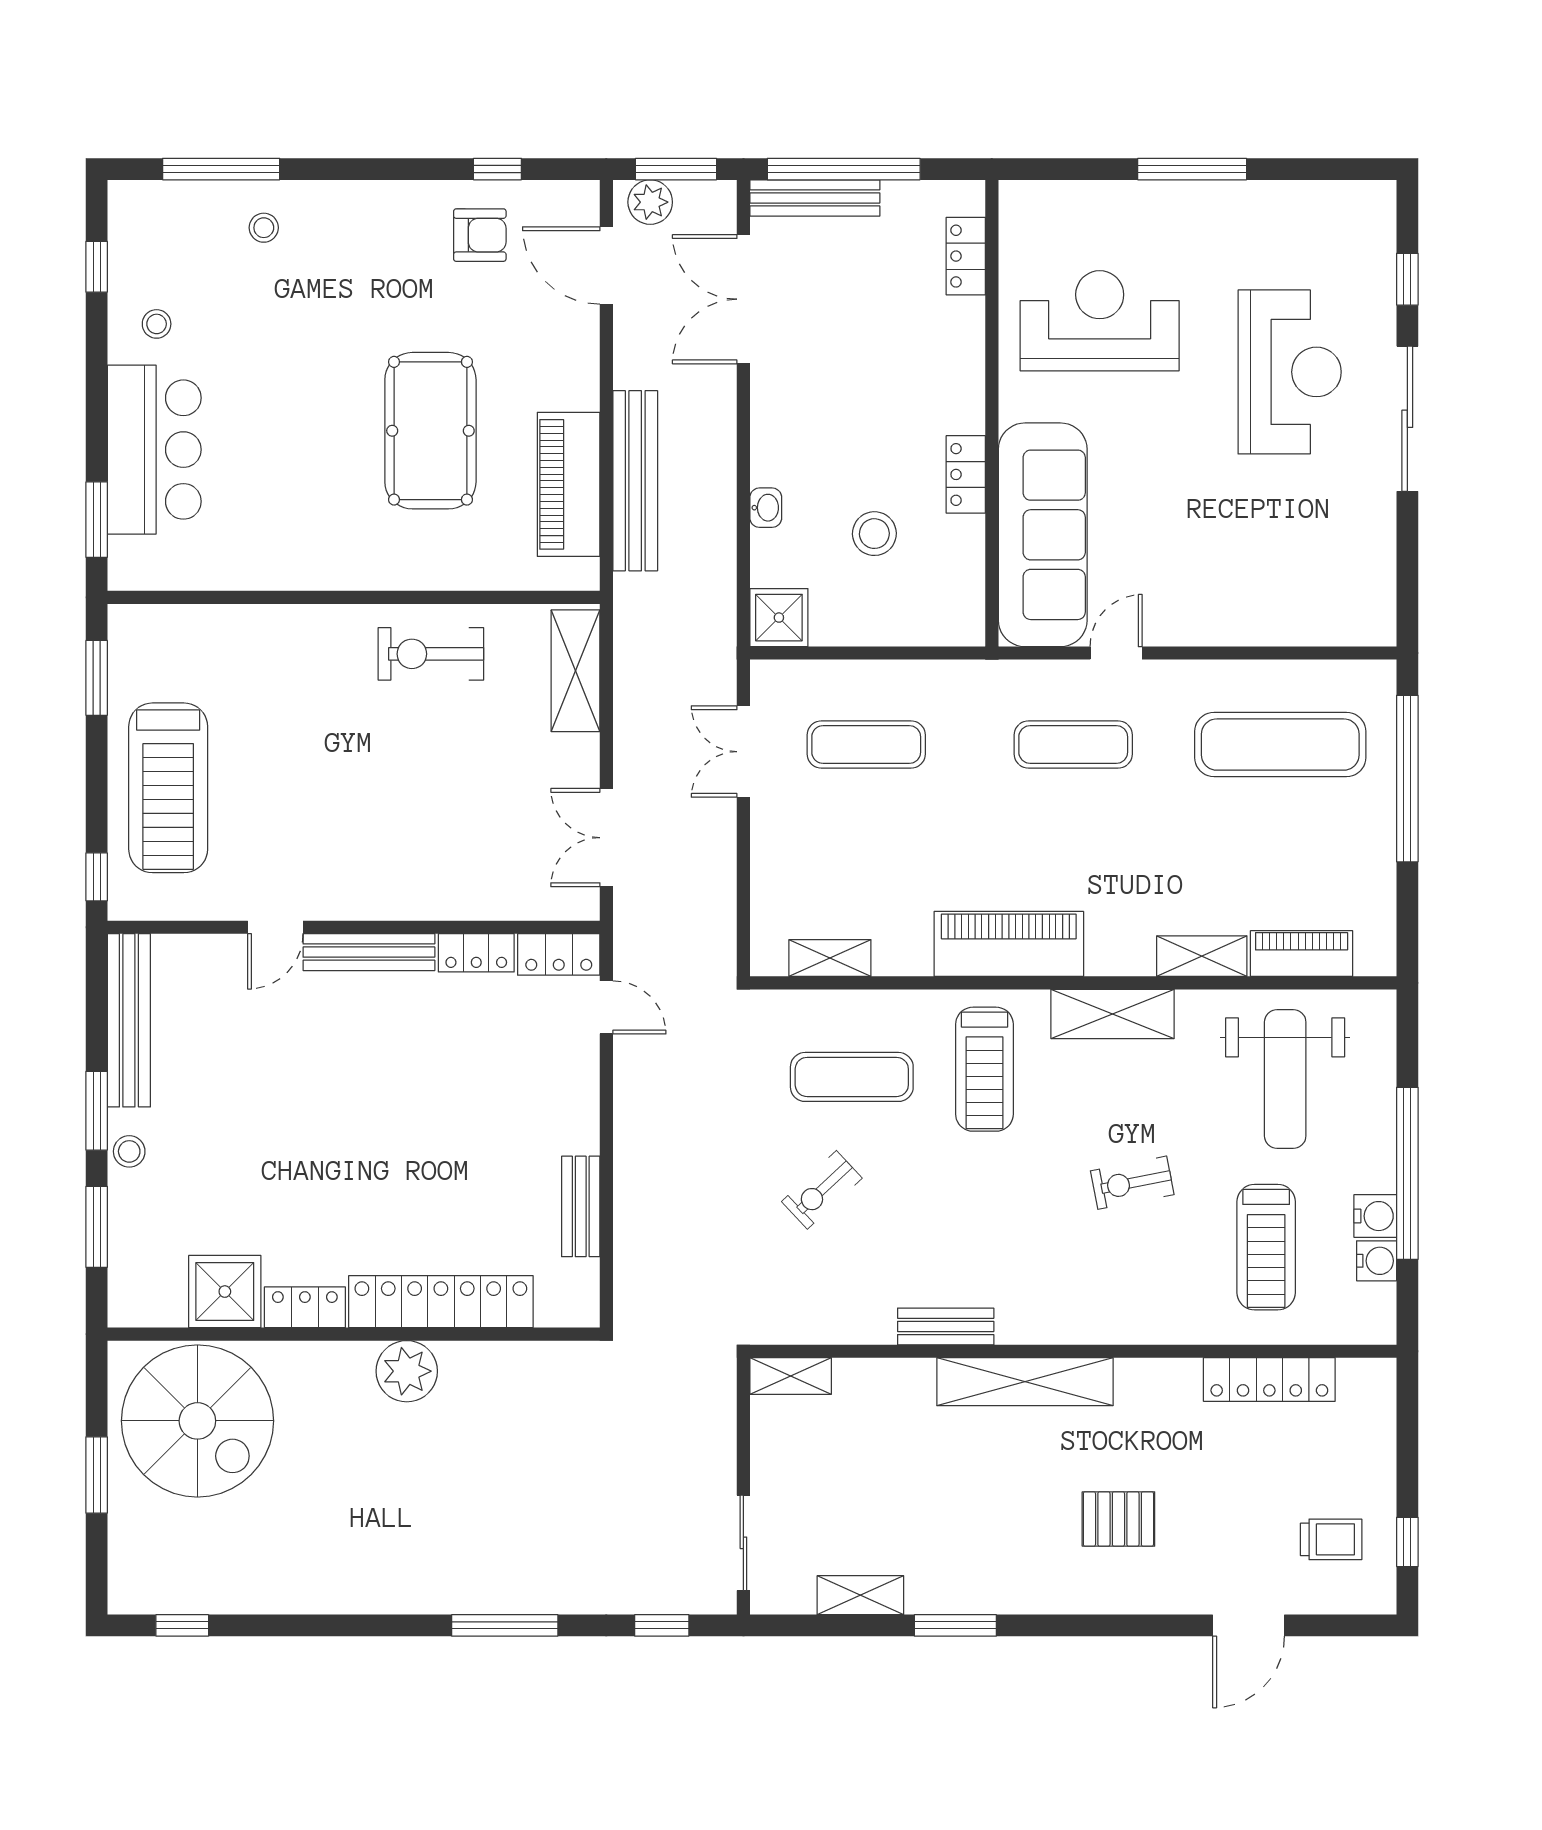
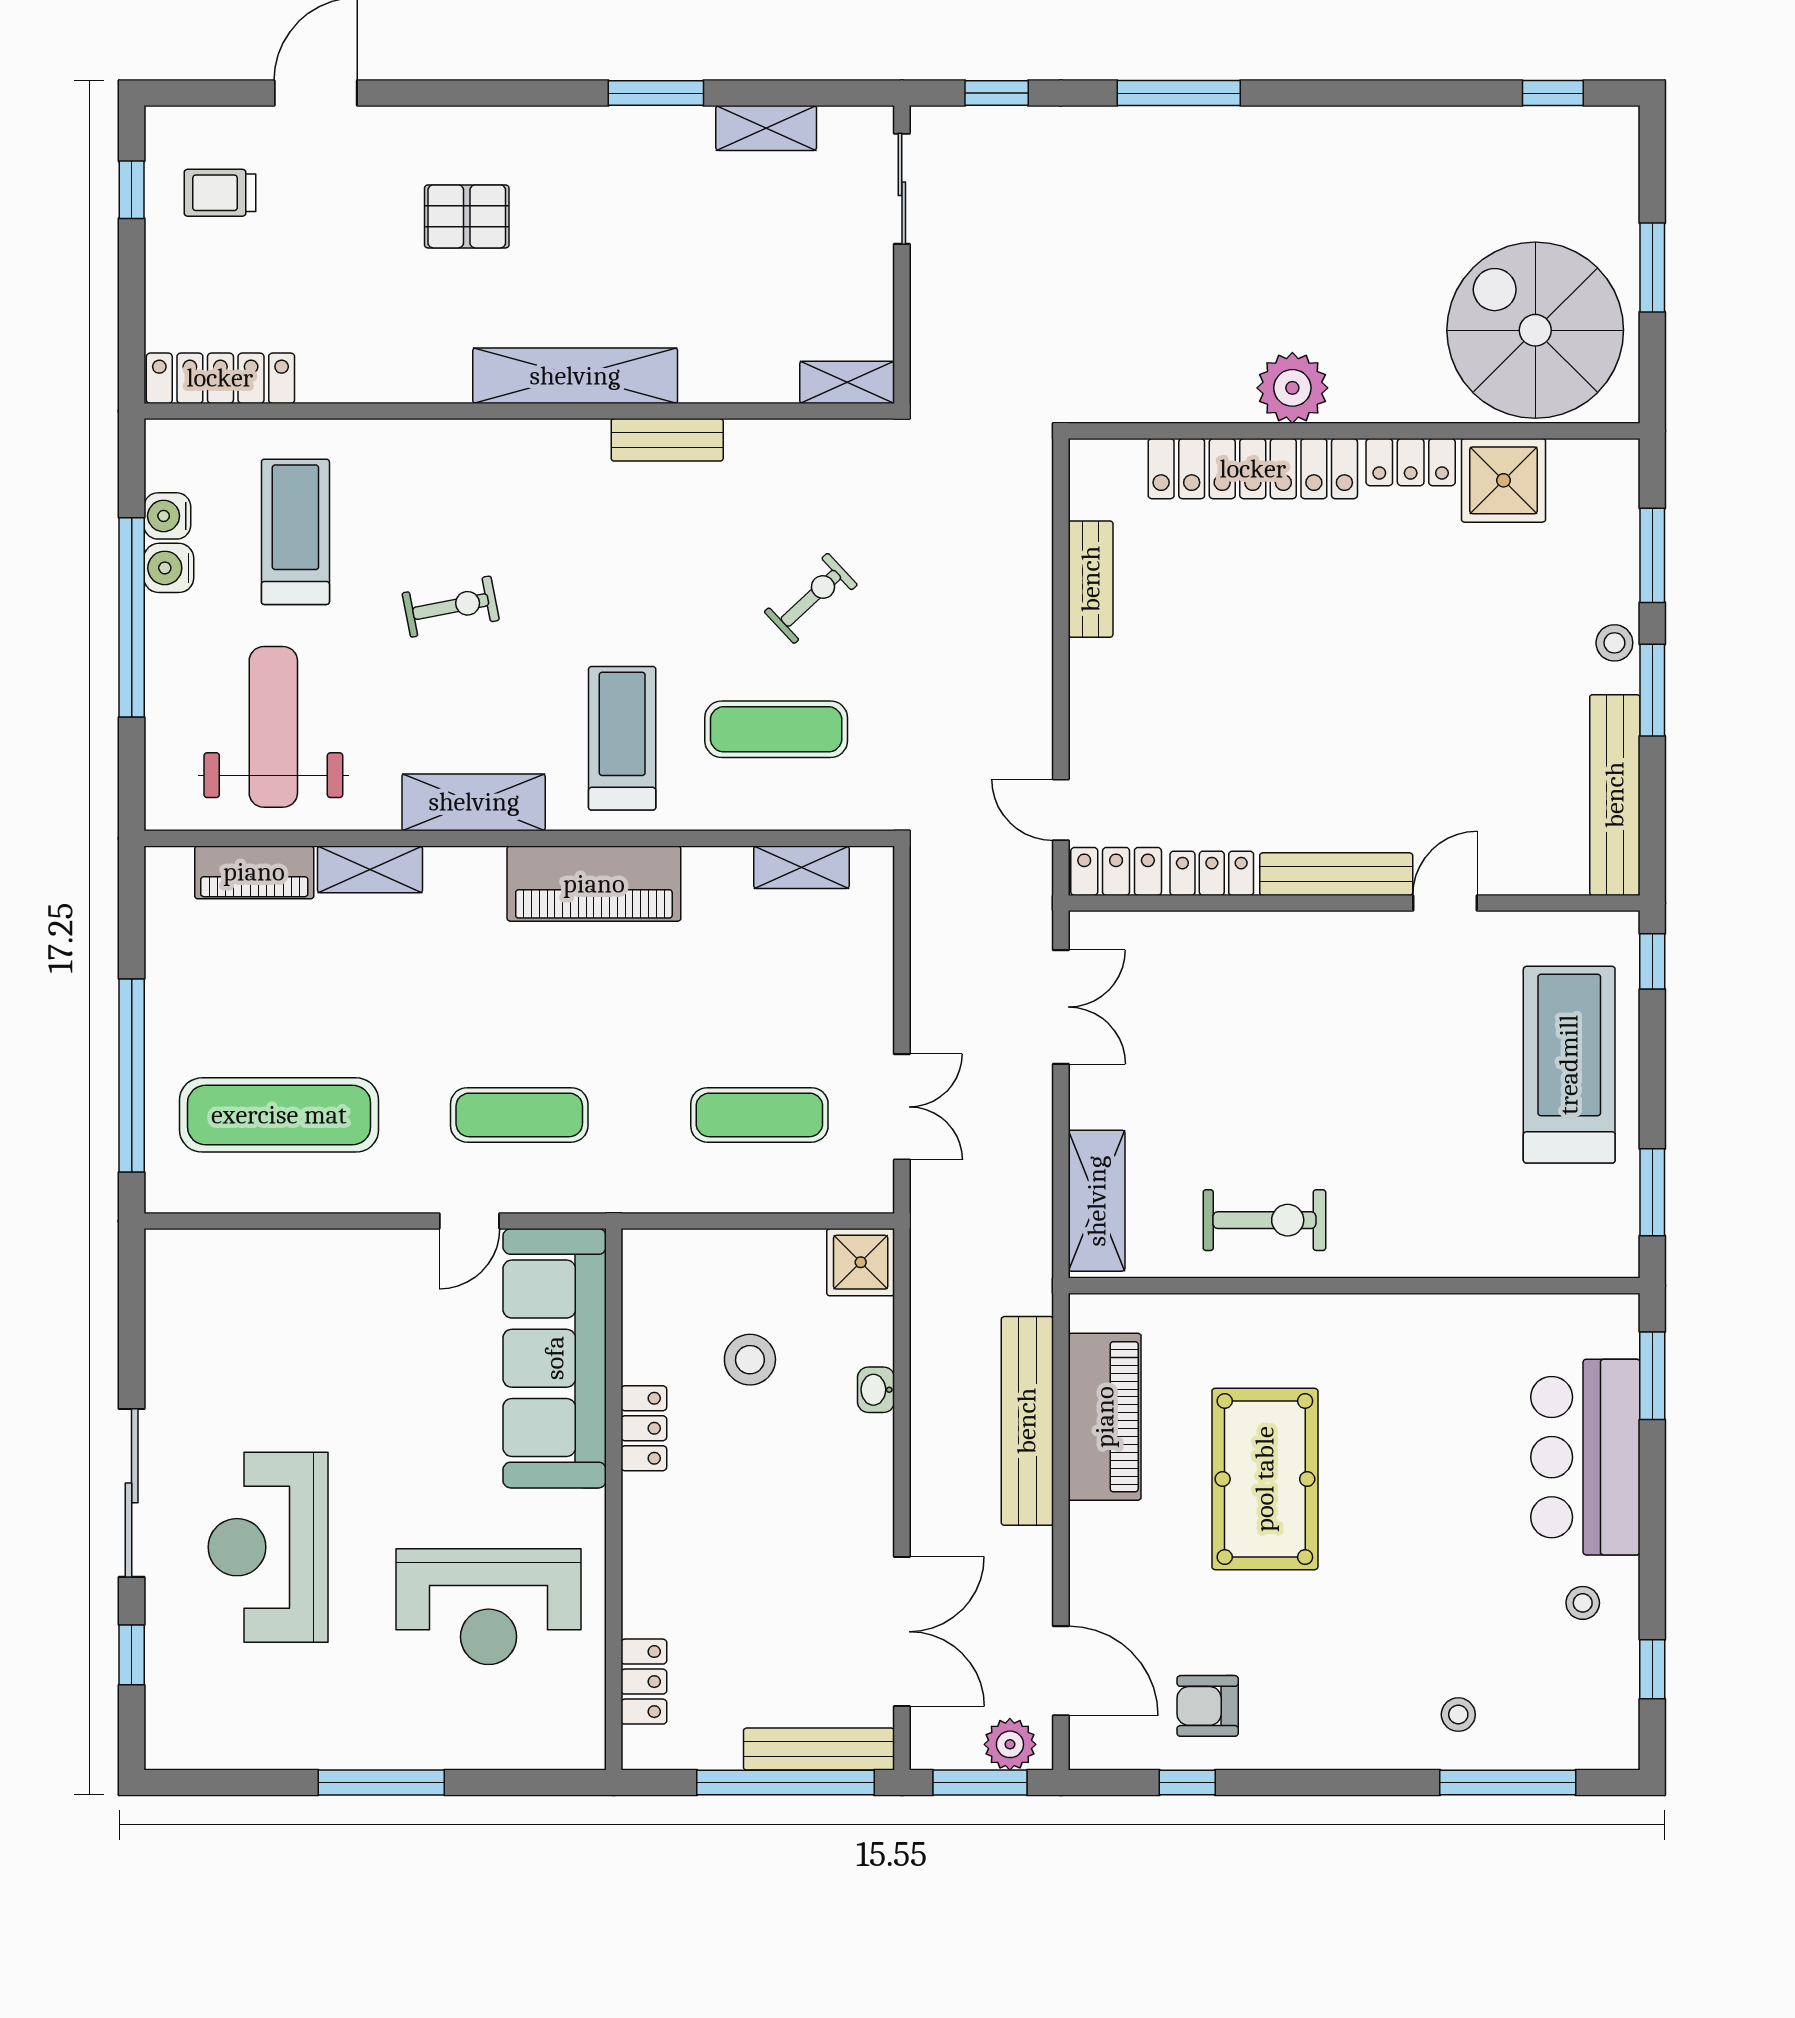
locker: (1269, 1379) -> (220, 378), moved

